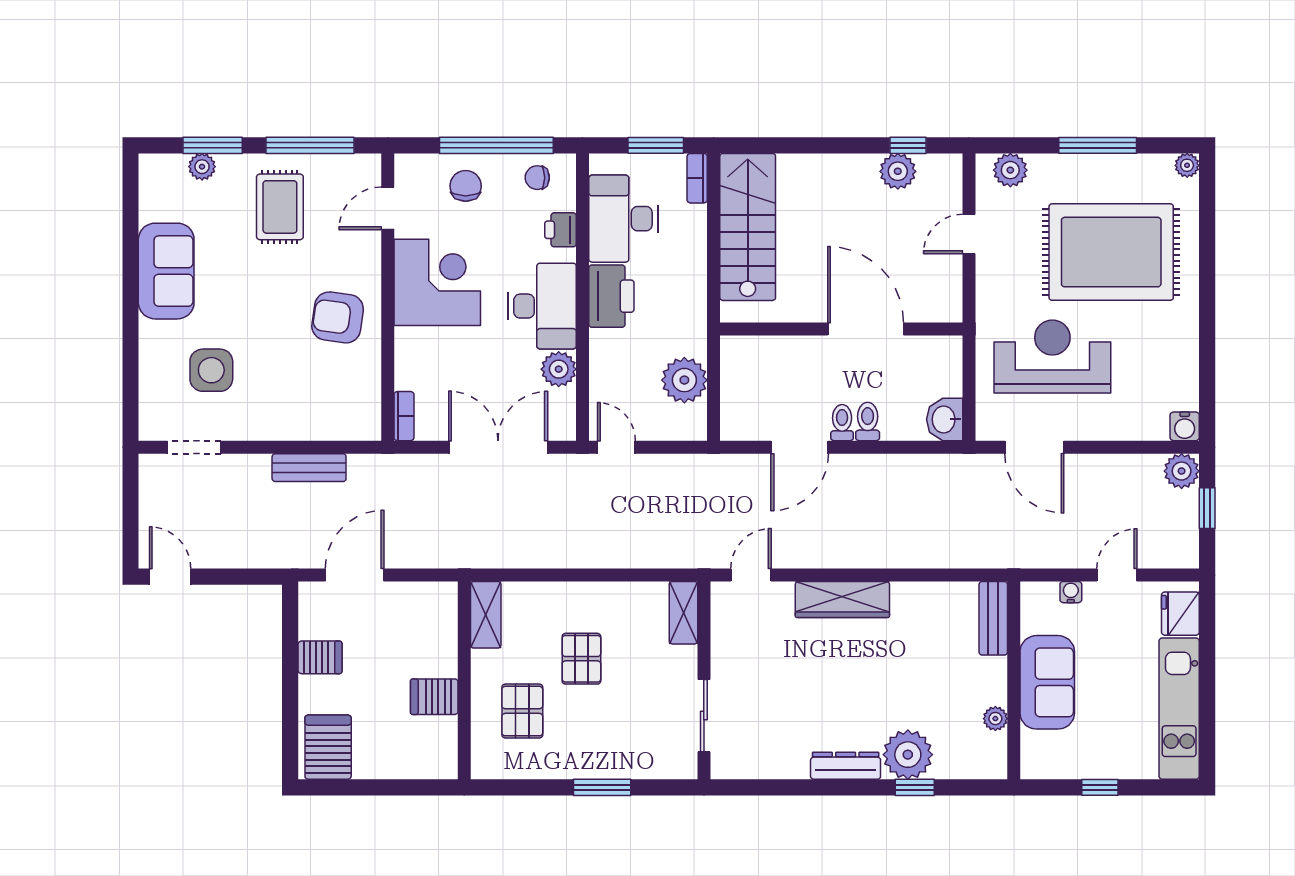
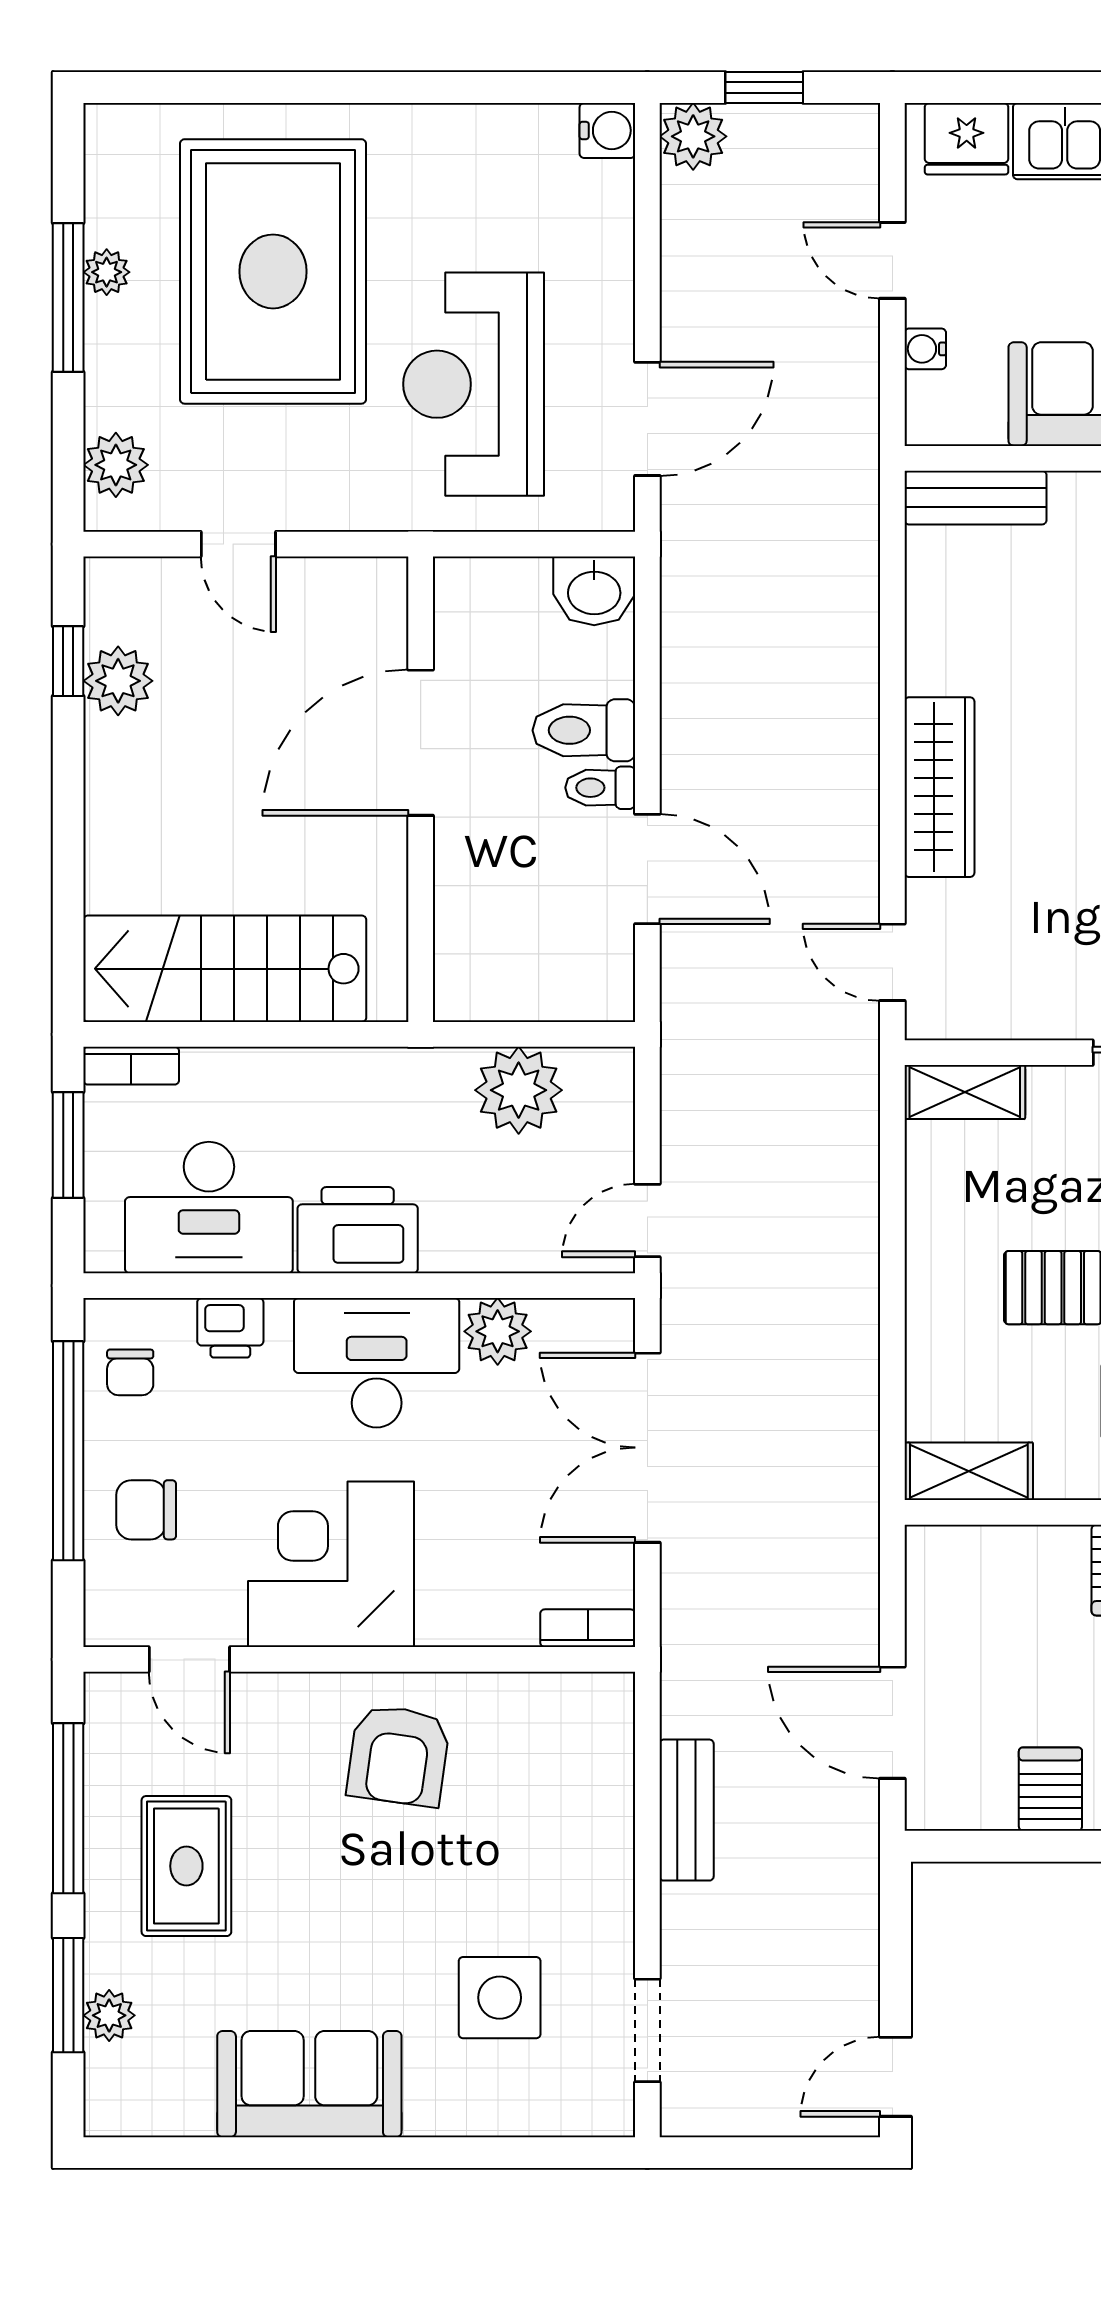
plant: (1187, 165) -> (107, 272), moved
rug: (280, 207) -> (186, 1866), turned 90
toilet: (868, 422) -> (584, 730), width x1.37, depth x1.39

